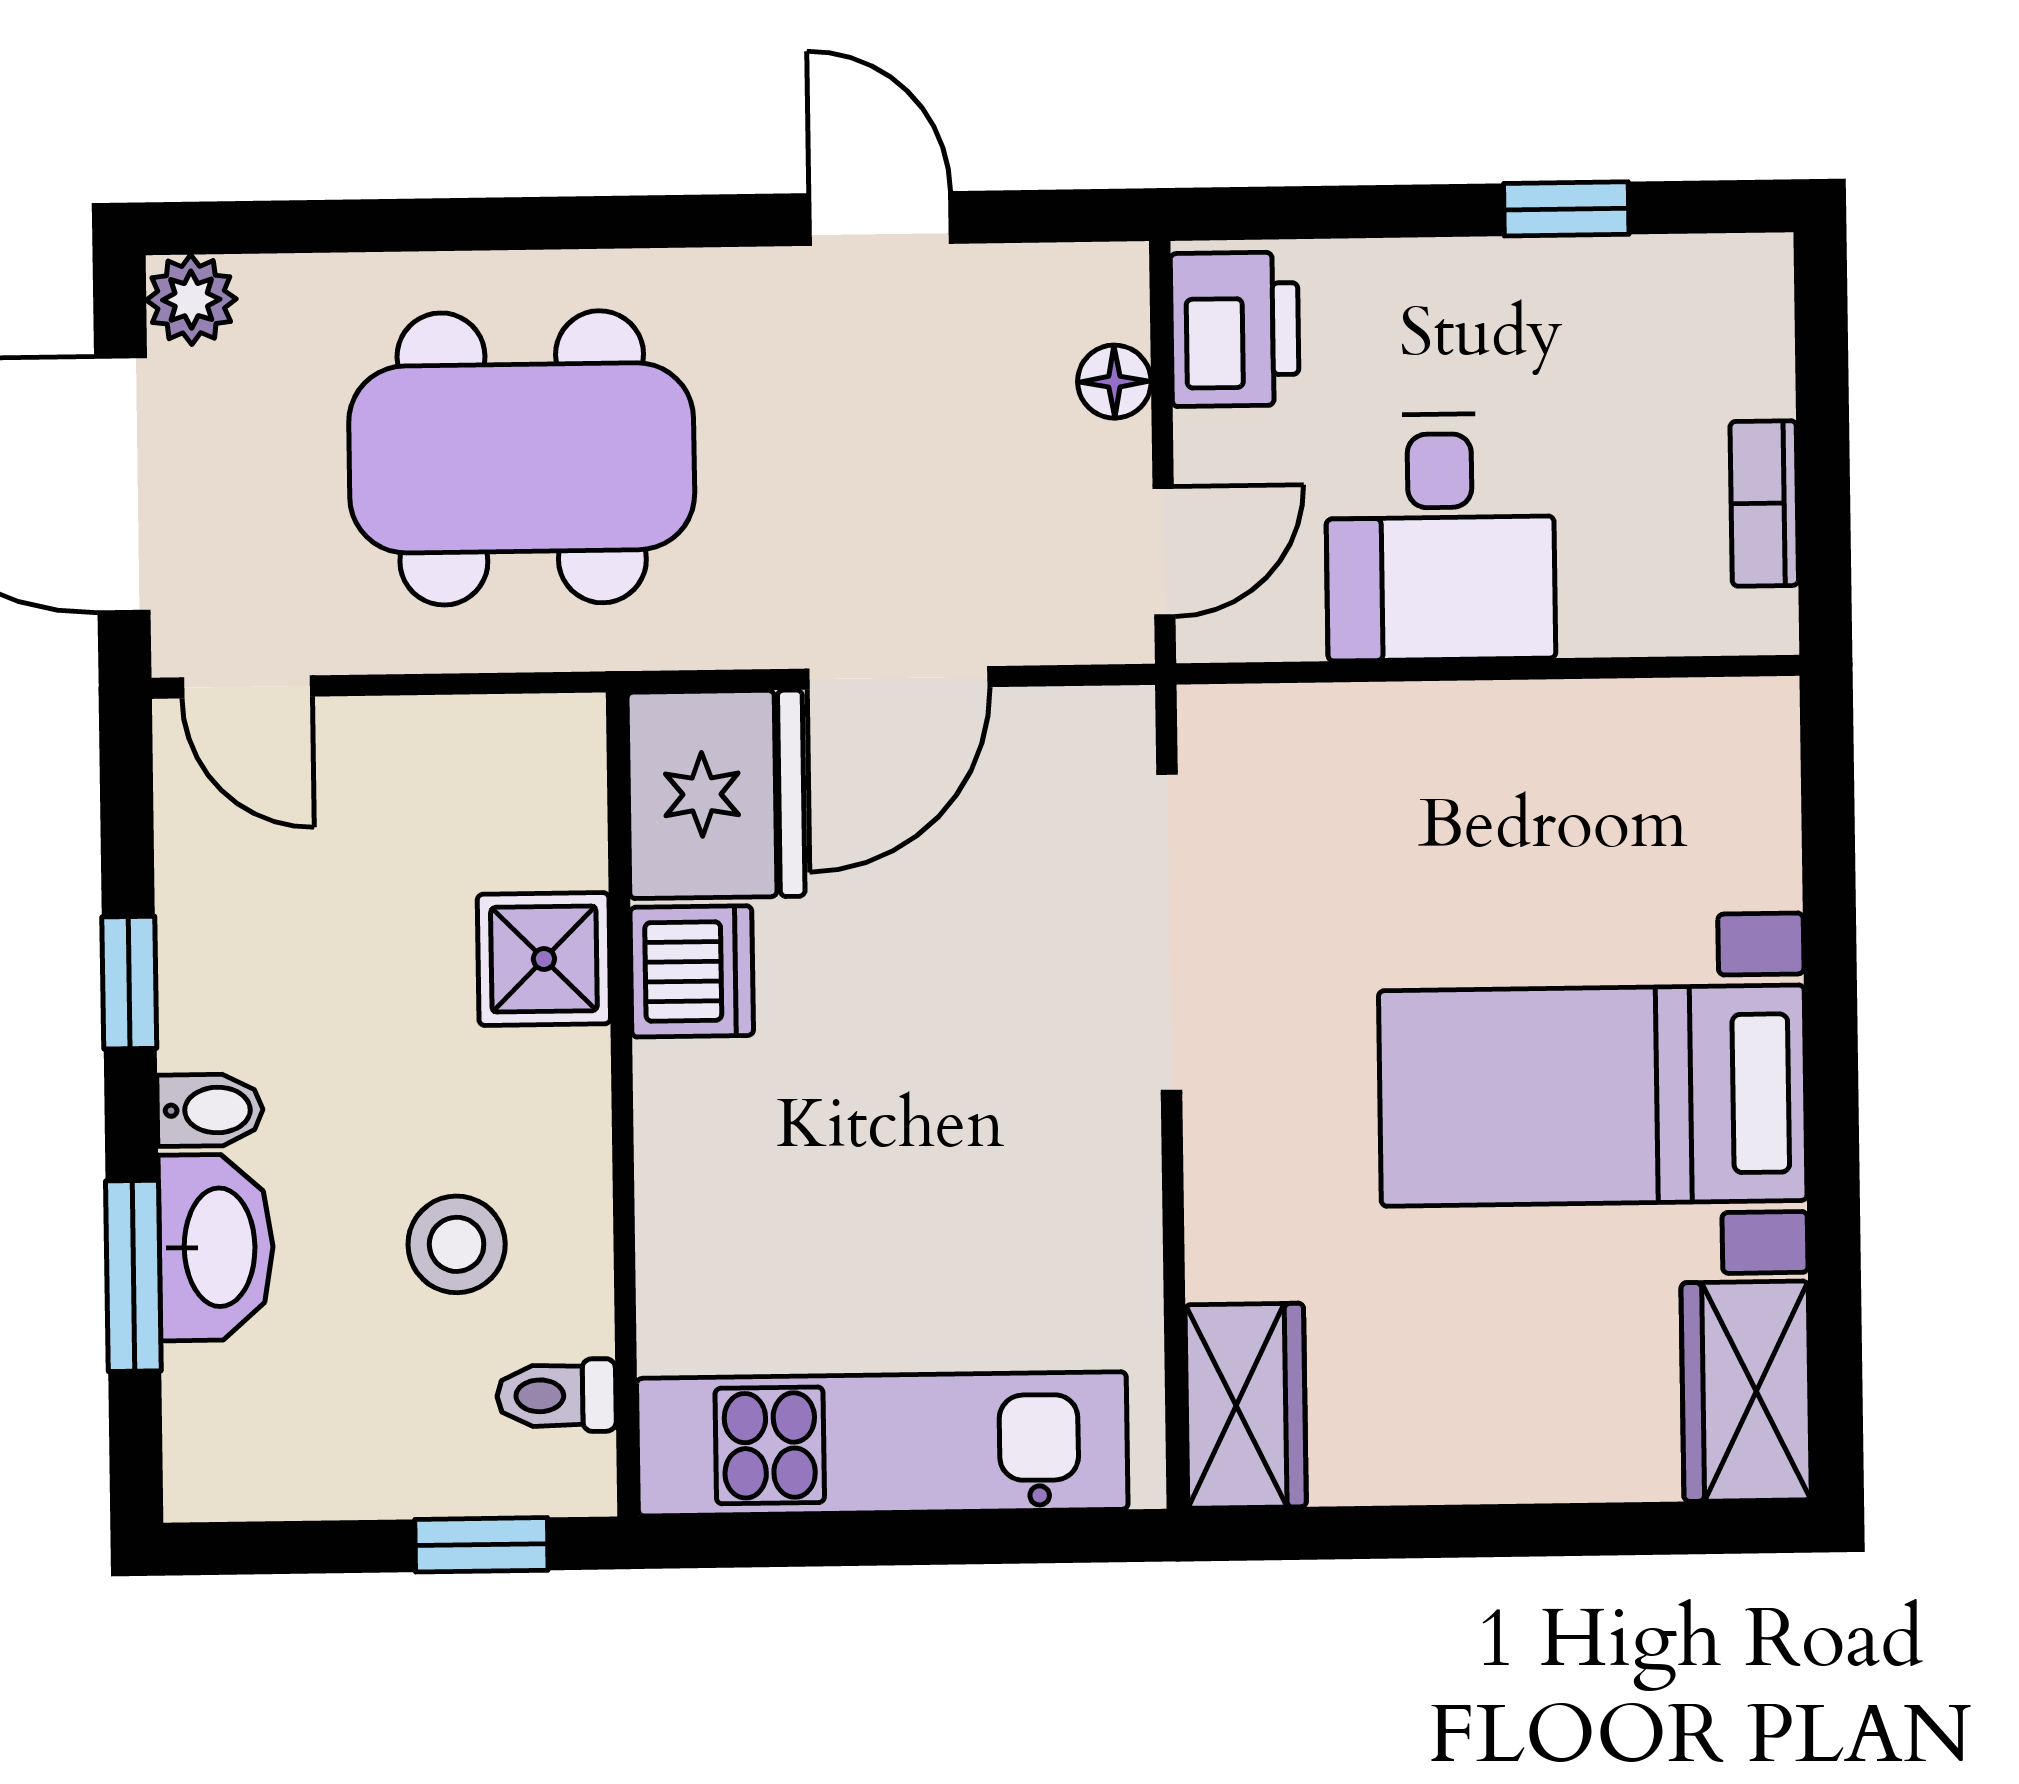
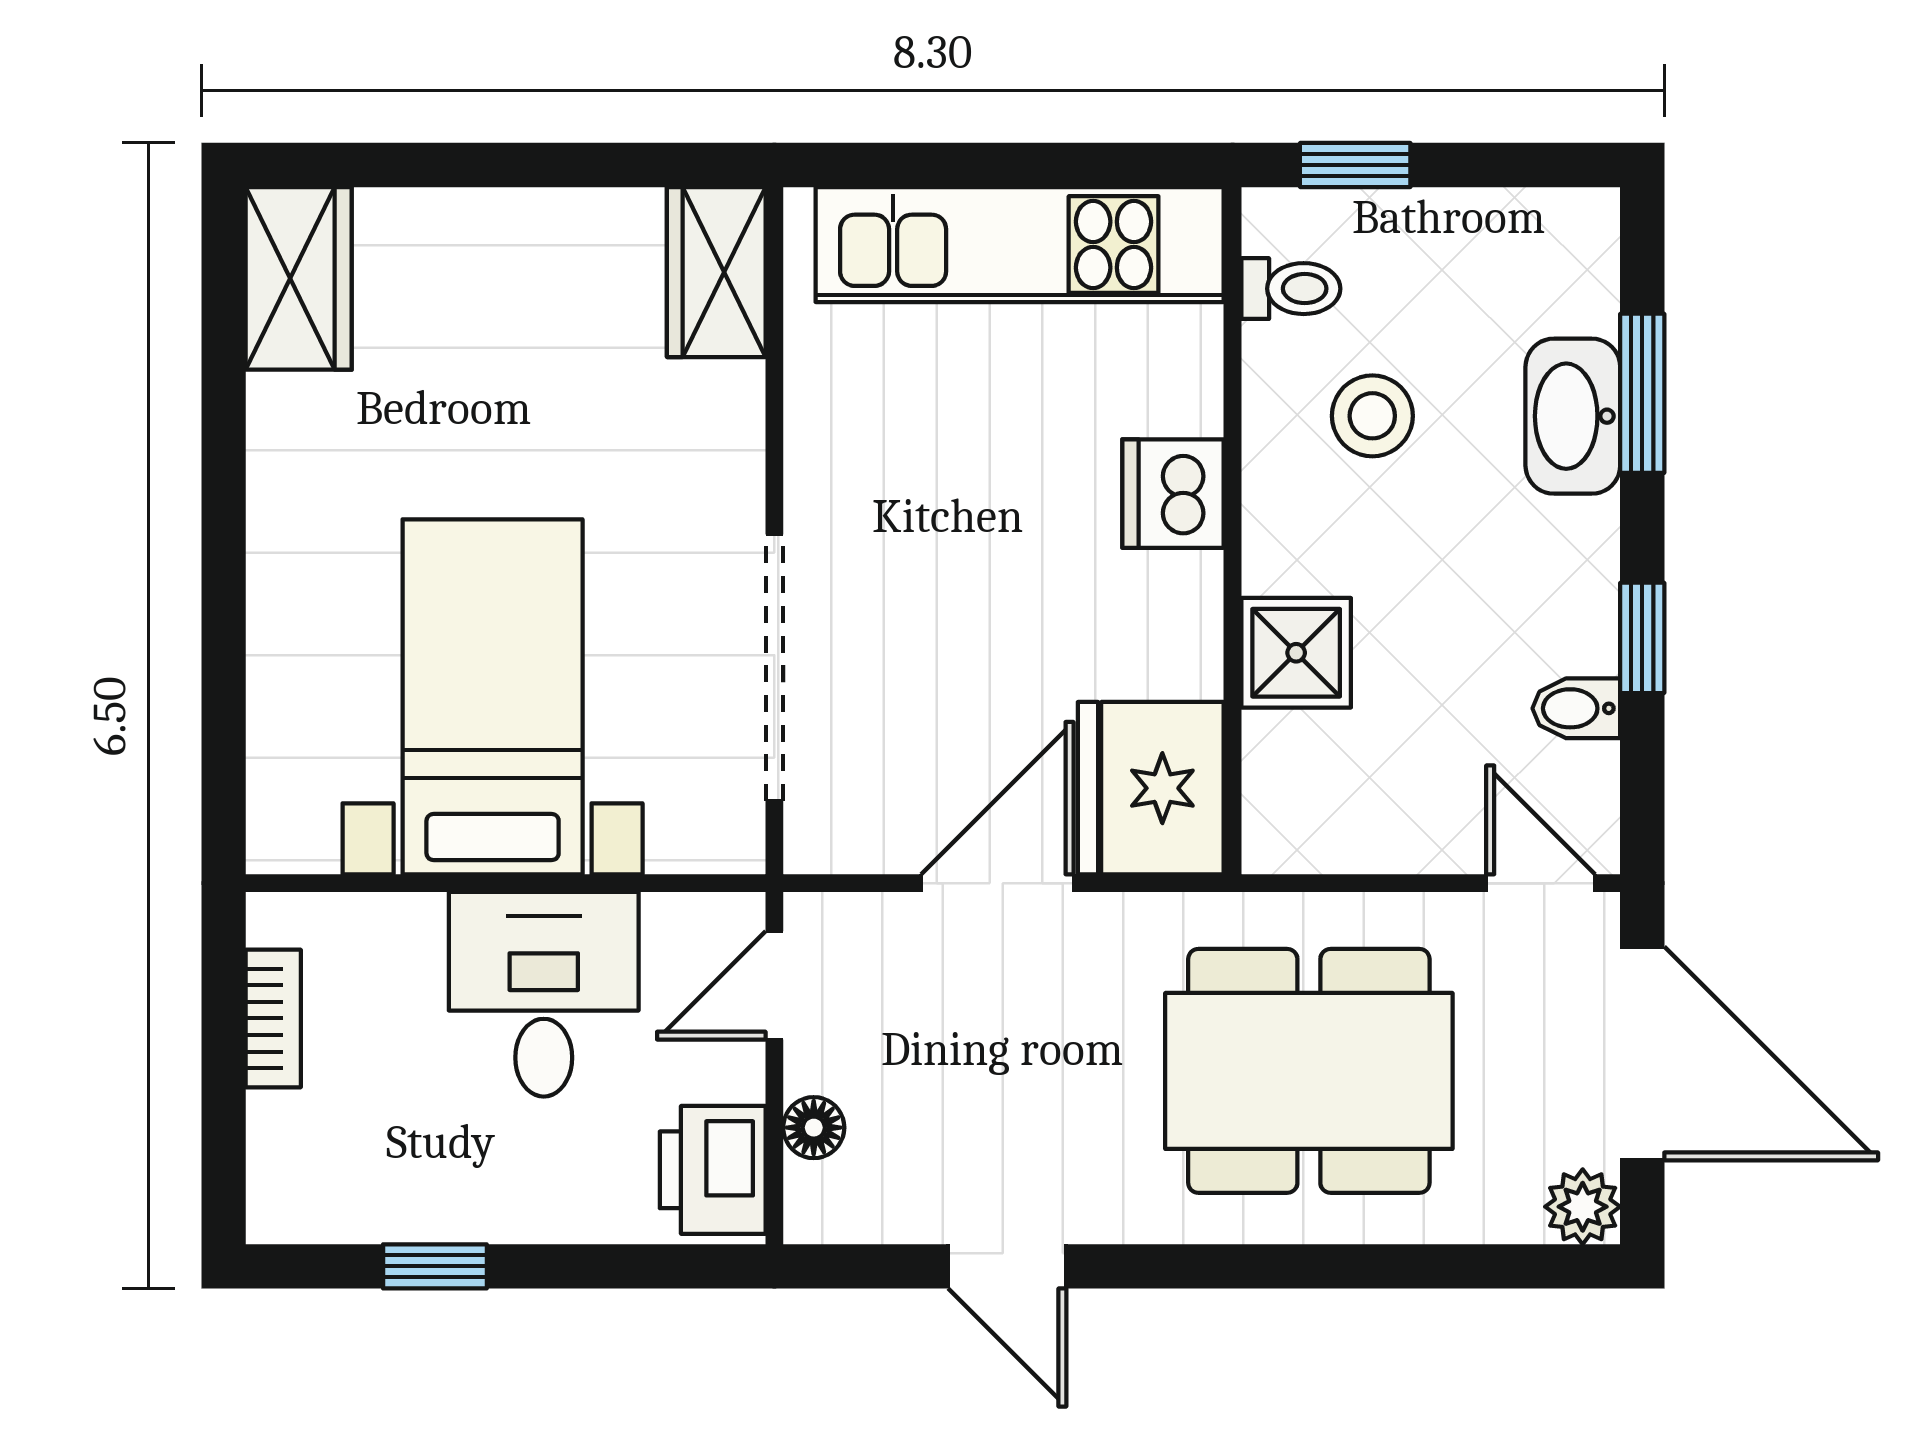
dishwasher: (692, 971) -> (1173, 494), moved
bed with nightstands: (1593, 1096) -> (493, 697), moved, turned -90
bidet: (210, 1110) -> (1576, 708), moved

